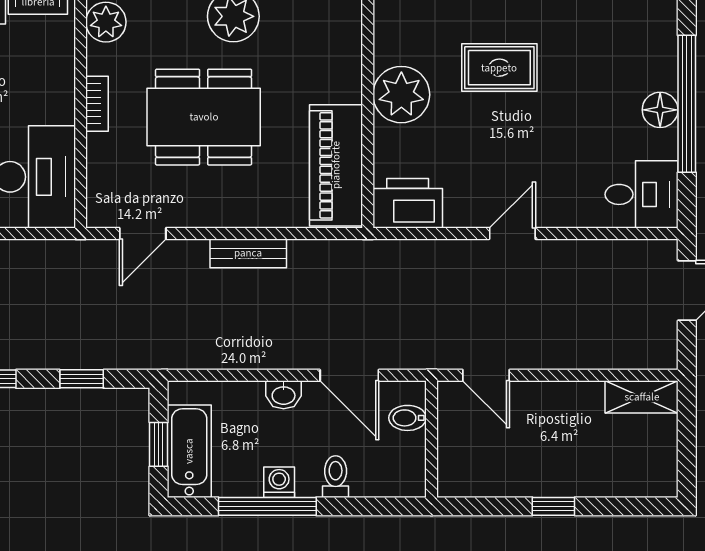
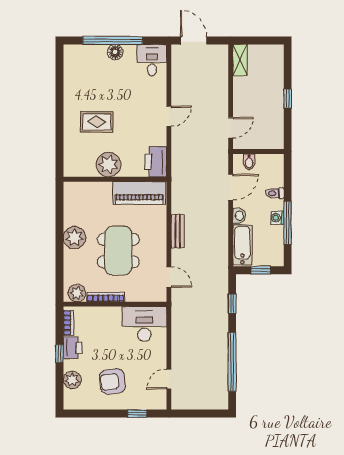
rug: (499, 68) -> (97, 122), turned 90
bookcase: (97, 104) -> (106, 297), width x1.56
door: (512, 233) -> (169, 116), swing flipped
bathtub: (189, 451) -> (242, 245), moved, turned 90

